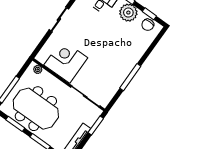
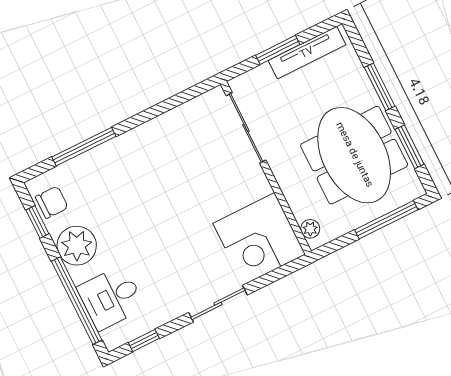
corner desk: (66, 61) -> (259, 239), moved
window: (130, 77) -> (84, 147), moved
window: (96, 126) -> (278, 50), moved

